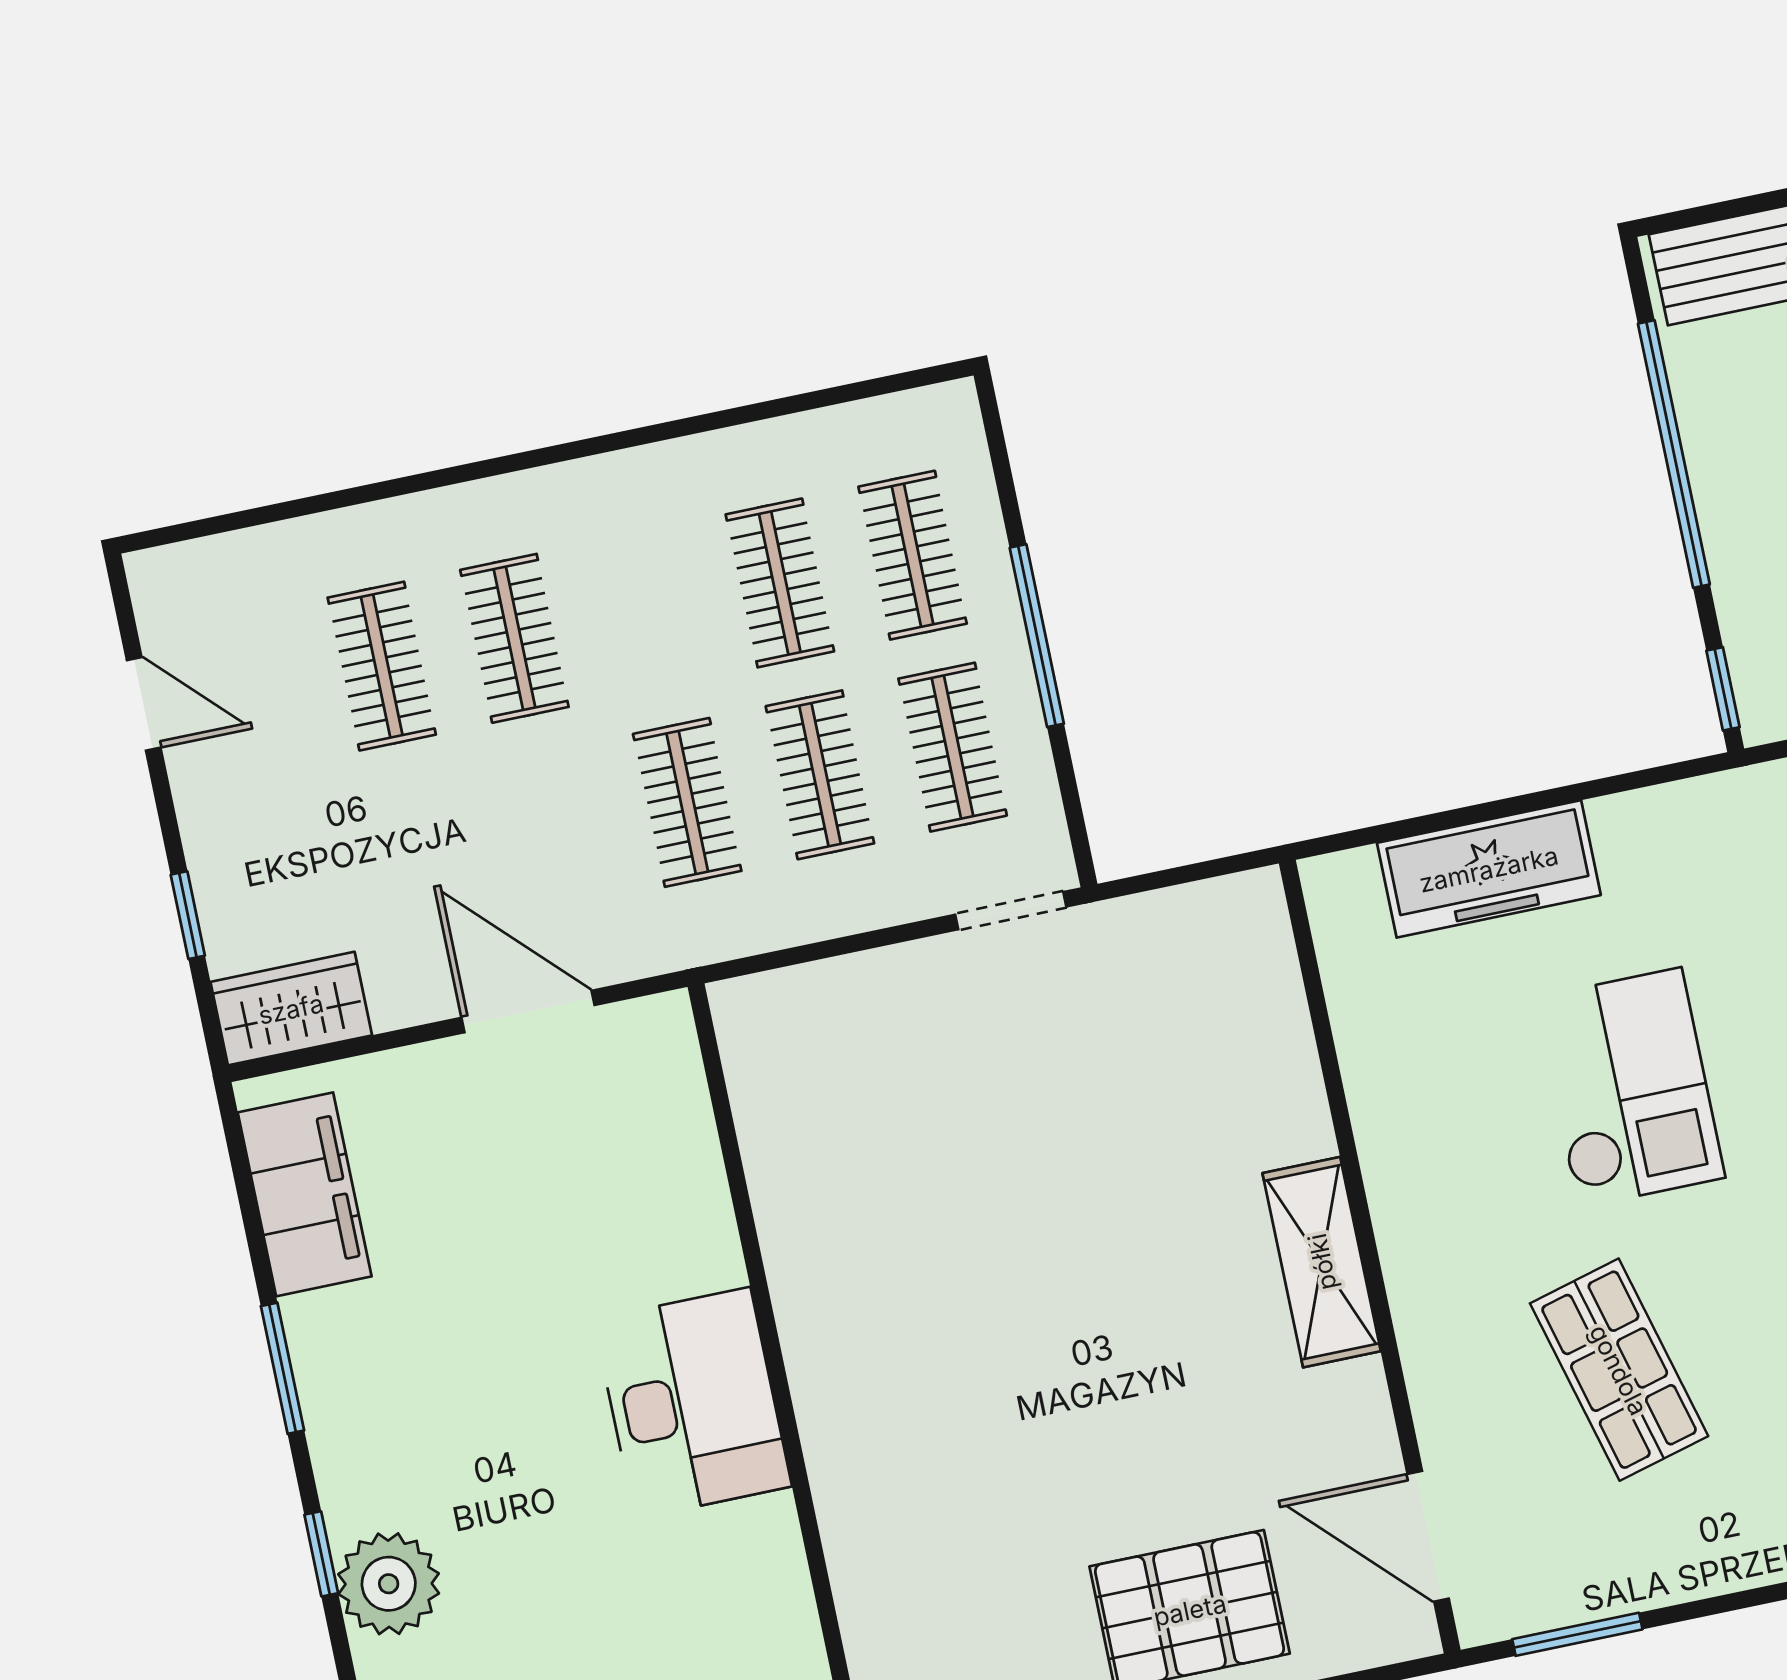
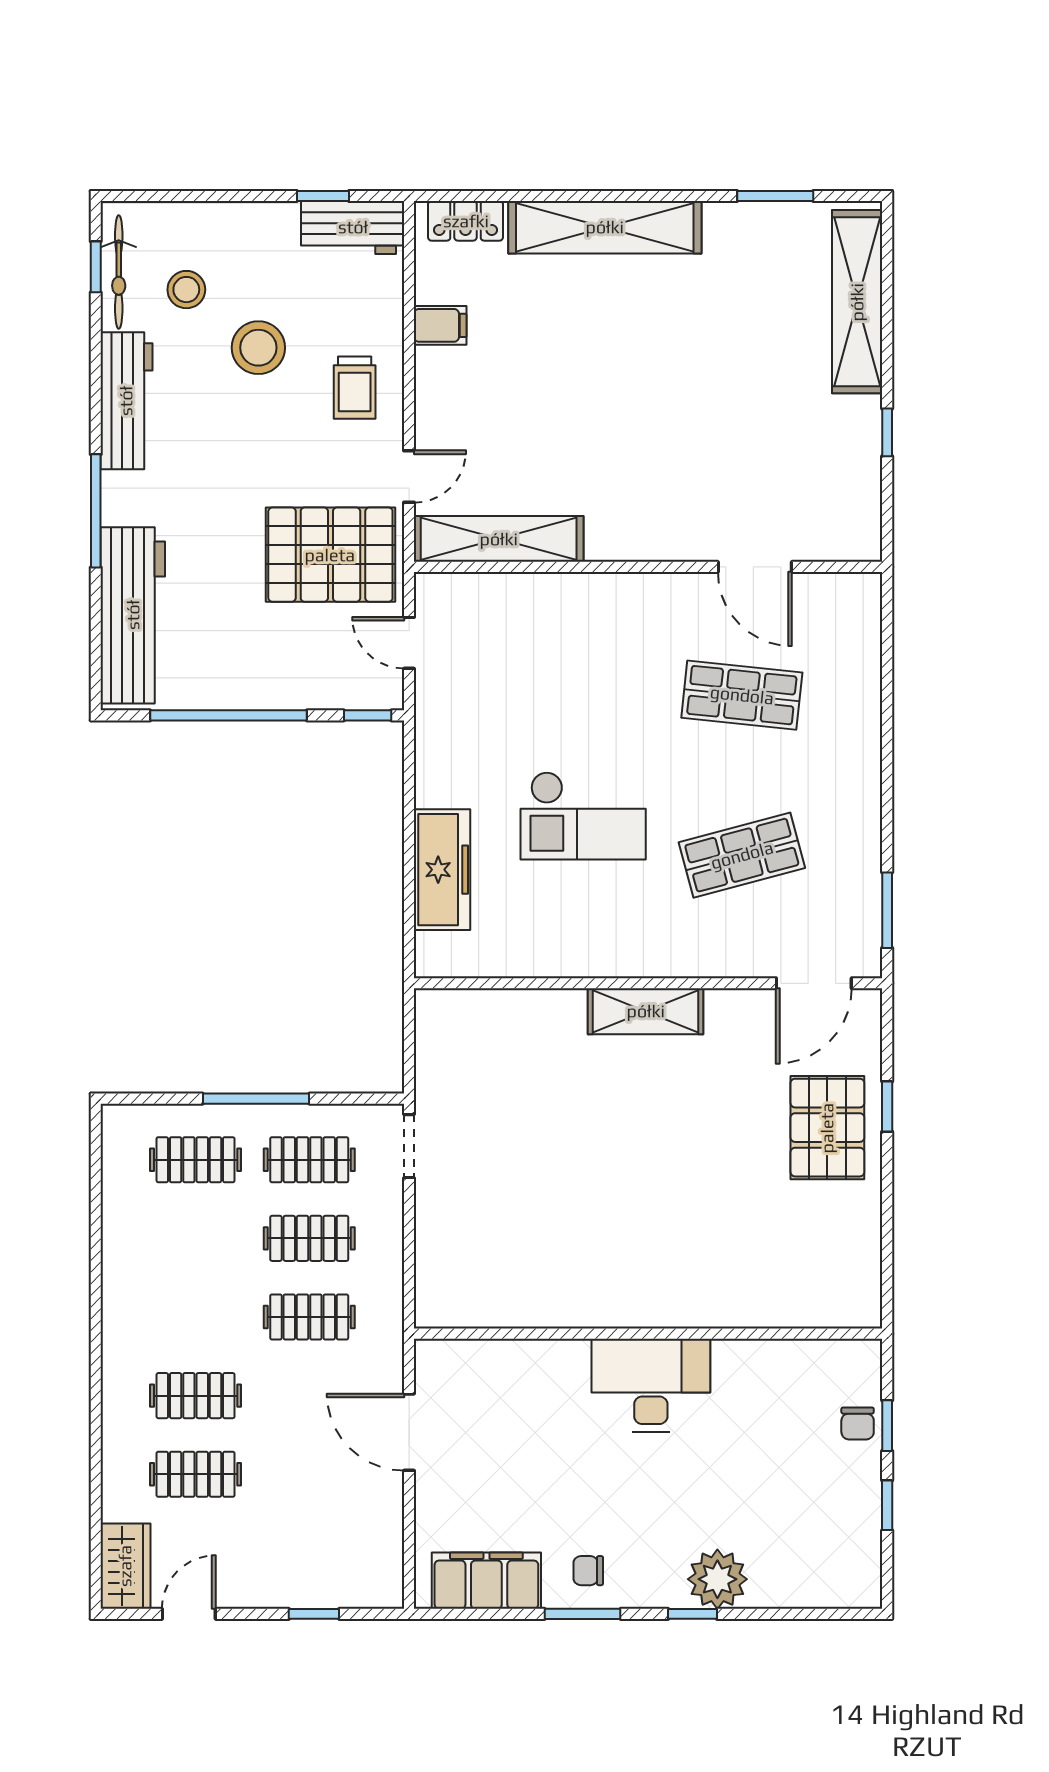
clothes rail: (780, 583) -> (196, 1238), removed
wardrobe: (291, 1009) -> (125, 1566), moved, turned 180
door: (528, 1011) -> (409, 1432), hinge flipped
checkout: (1630, 1088) -> (583, 816), turned 180
chair: (358, 1363) -> (588, 1571), added

